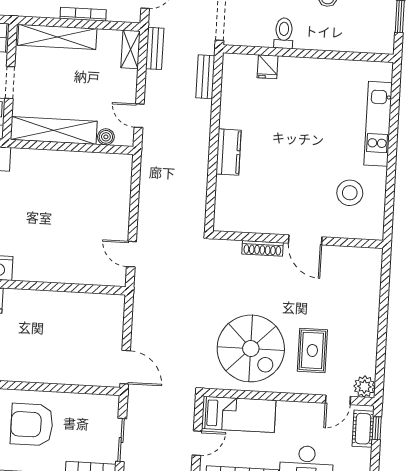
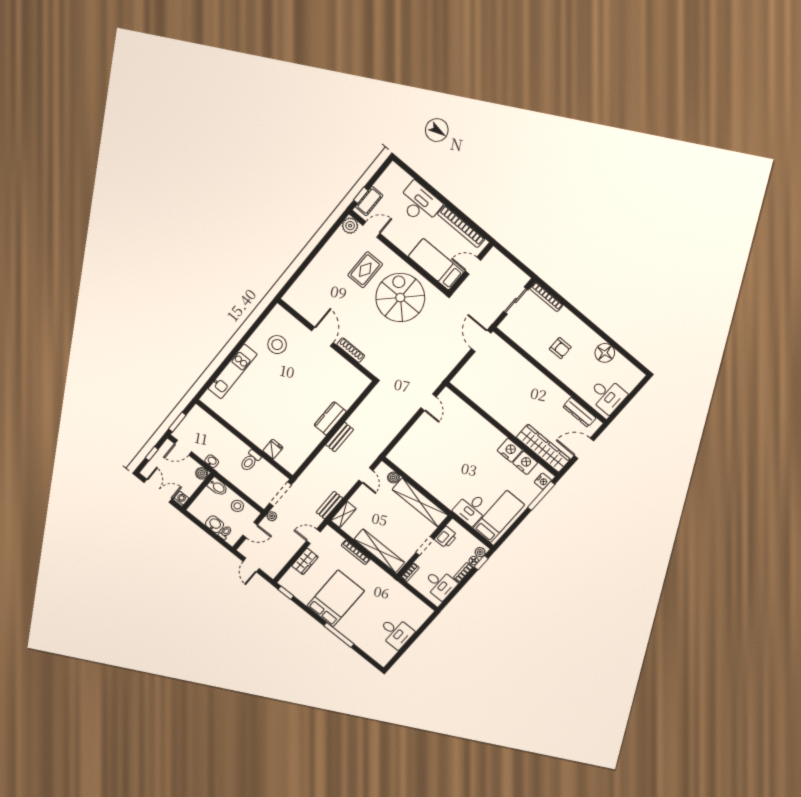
bench: (205, 77) -> (340, 437), moved
armchair: (32, 424) -> (560, 348), width x0.53, depth x0.53

